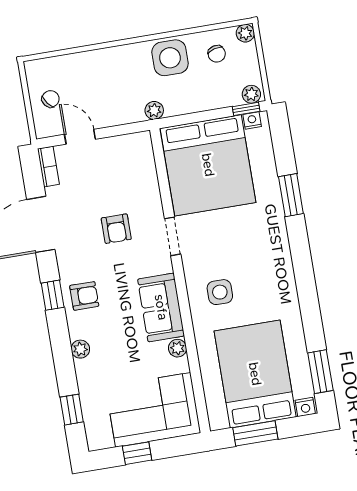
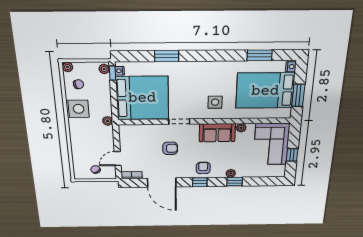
window: (320, 372) -> (260, 55), moved
window: (72, 410) -> (235, 182), moved

